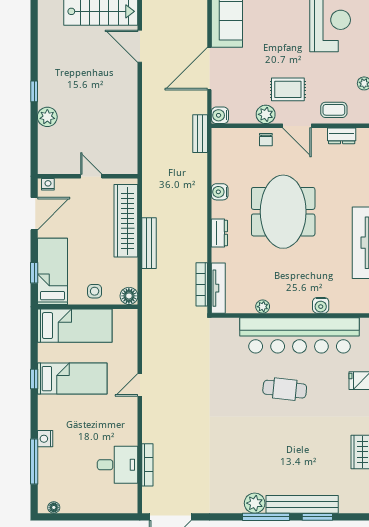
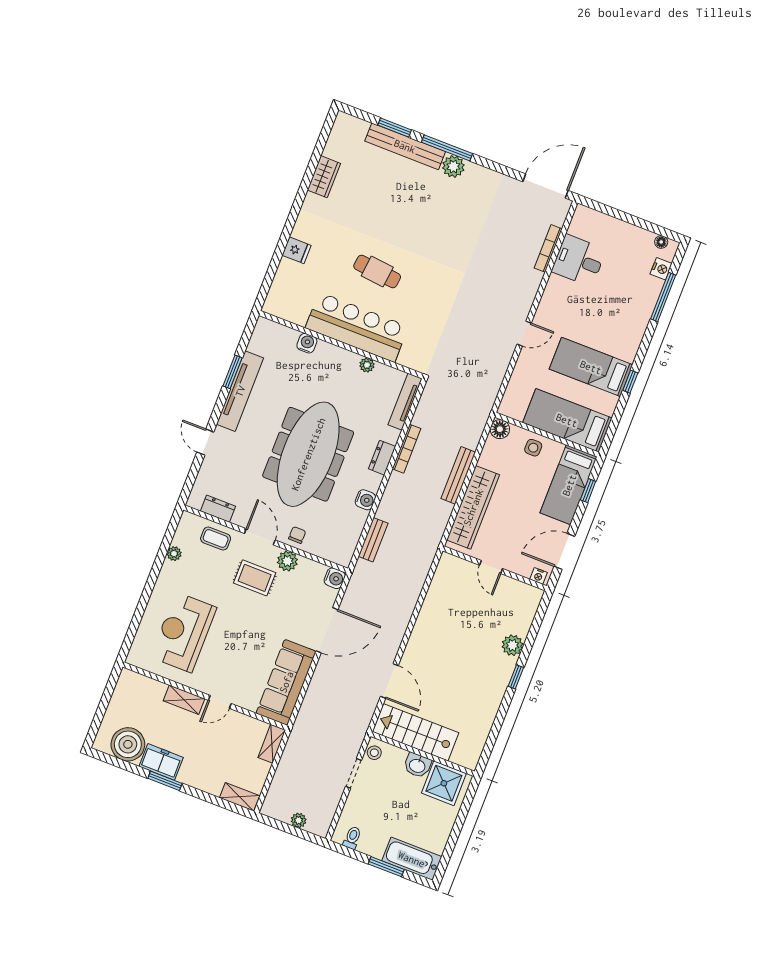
bench: (200, 134) -> (373, 540), moved
meeting table: (283, 212) -> (308, 454), width x1.36
bookcase: (202, 284) -> (406, 449), moved
bar counter: (300, 335) -> (357, 327), width x0.73
nightstand: (45, 439) -> (661, 269), moved

